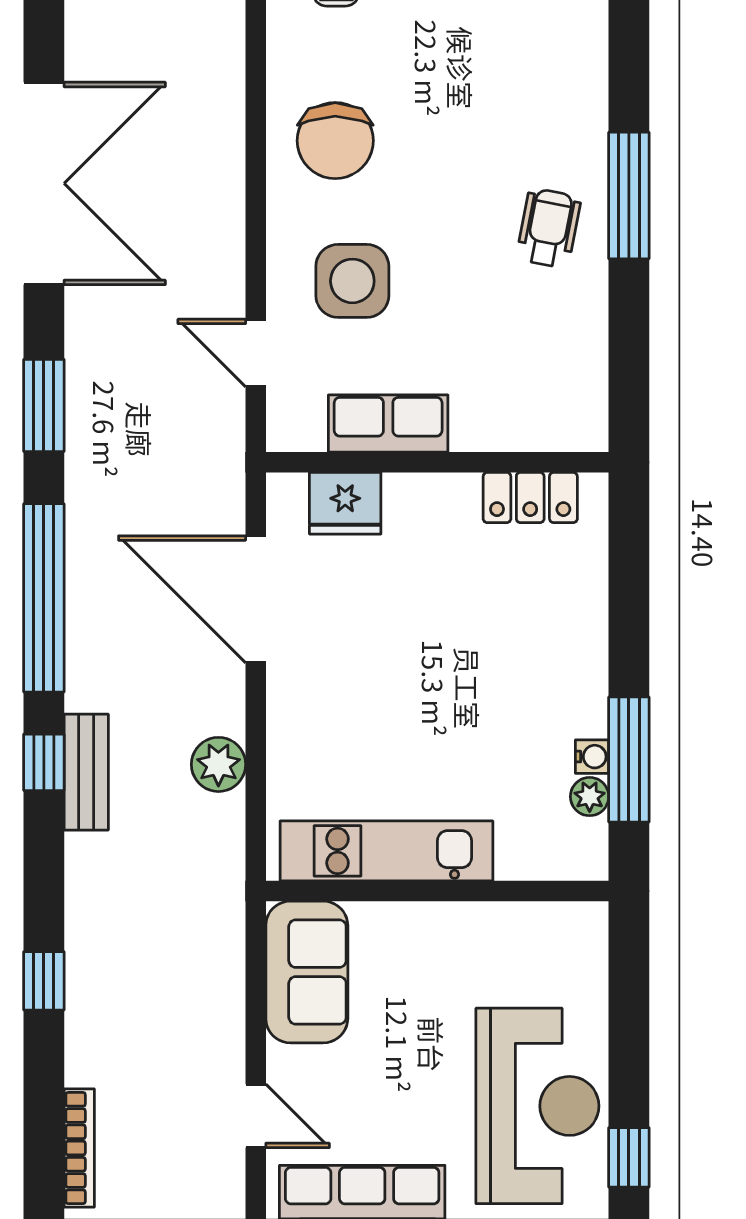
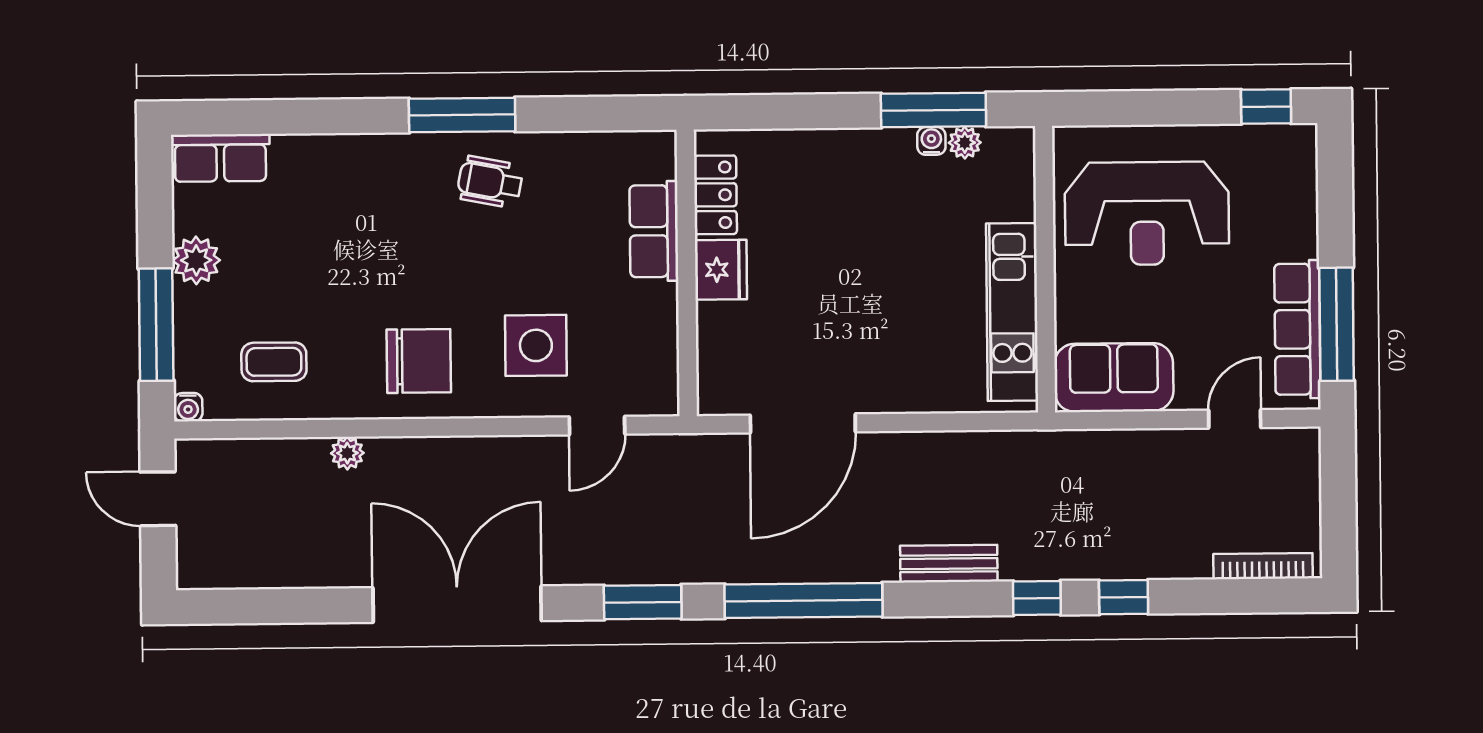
row of seats: (388, 424) -> (654, 231), moved
fridge: (345, 503) -> (721, 270), moved
window: (44, 762) -> (1037, 598), moved
plant: (218, 764) -> (347, 453), moved, width x0.73, depth x0.73
reception desk: (537, 1106) -> (1147, 213), moved, turned 180

